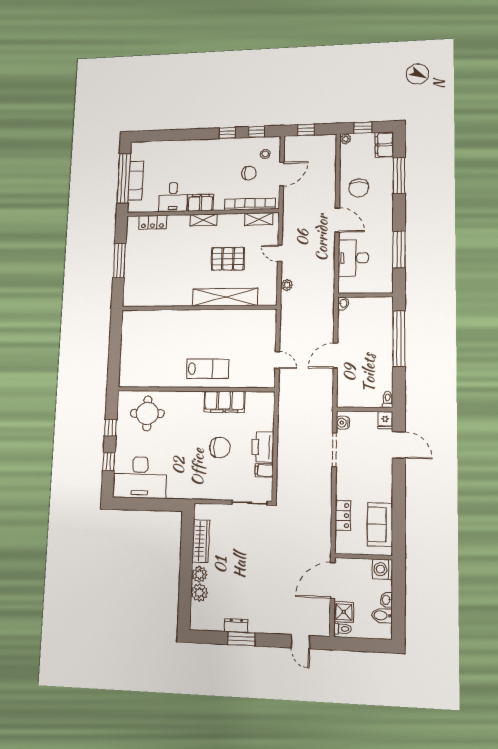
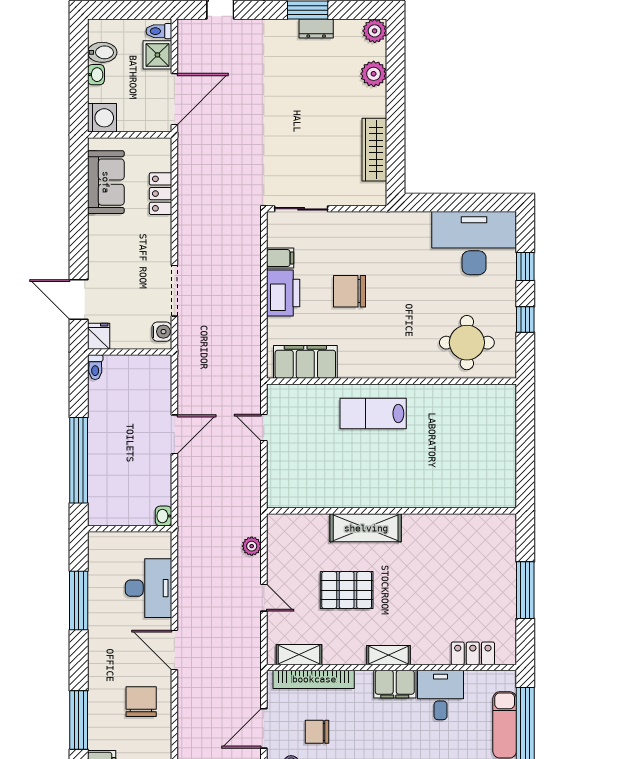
shelving: (225, 297) -> (366, 528), width x0.68
filing cabinet: (224, 402) -> (305, 362), moved
plant: (199, 574) -> (375, 31), moved

